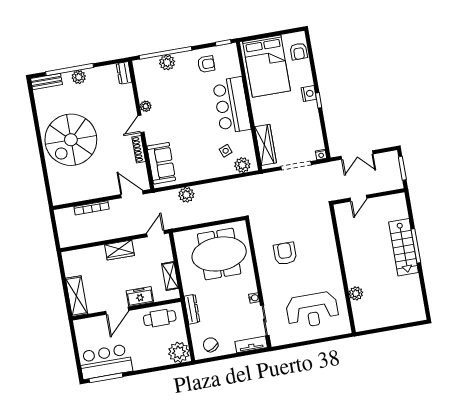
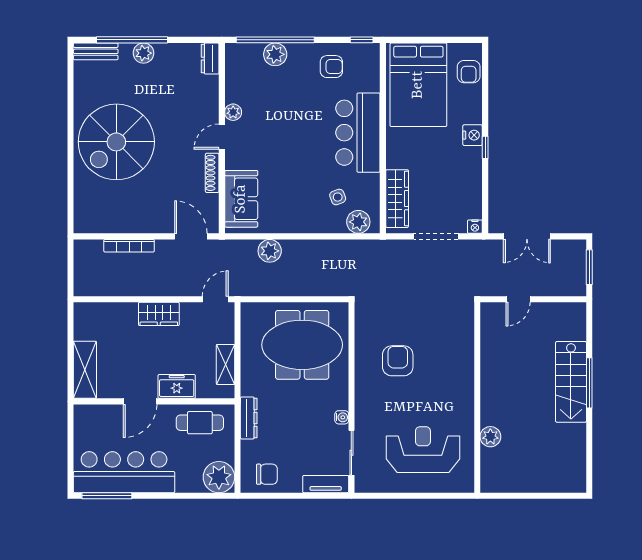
reception desk: (312, 310) -> (423, 450), turned 180
chair: (211, 345) -> (267, 474), turned 120
bar counter: (106, 362) -> (124, 472), width x1.36

